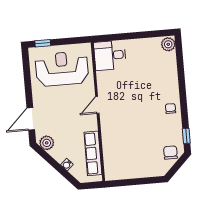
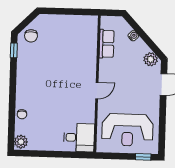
chair: (170, 108) -> (22, 114), moved
row of seats: (93, 153) -> (107, 44), width x0.68

